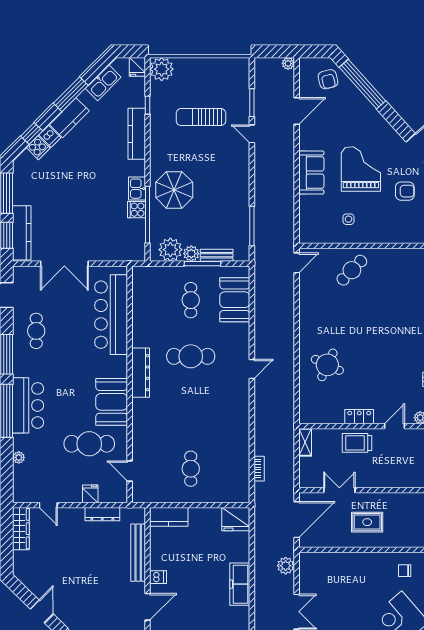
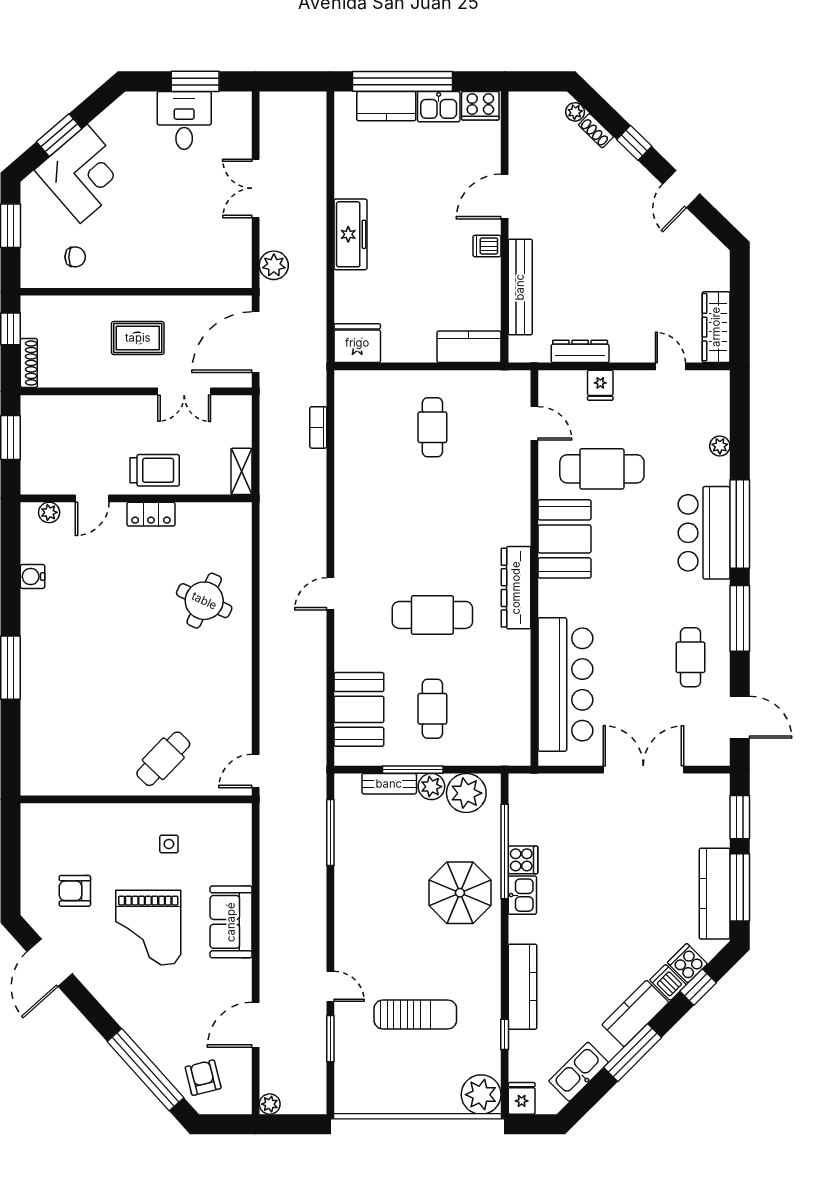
kitchen counter: (22, 233) -> (715, 894), moved

